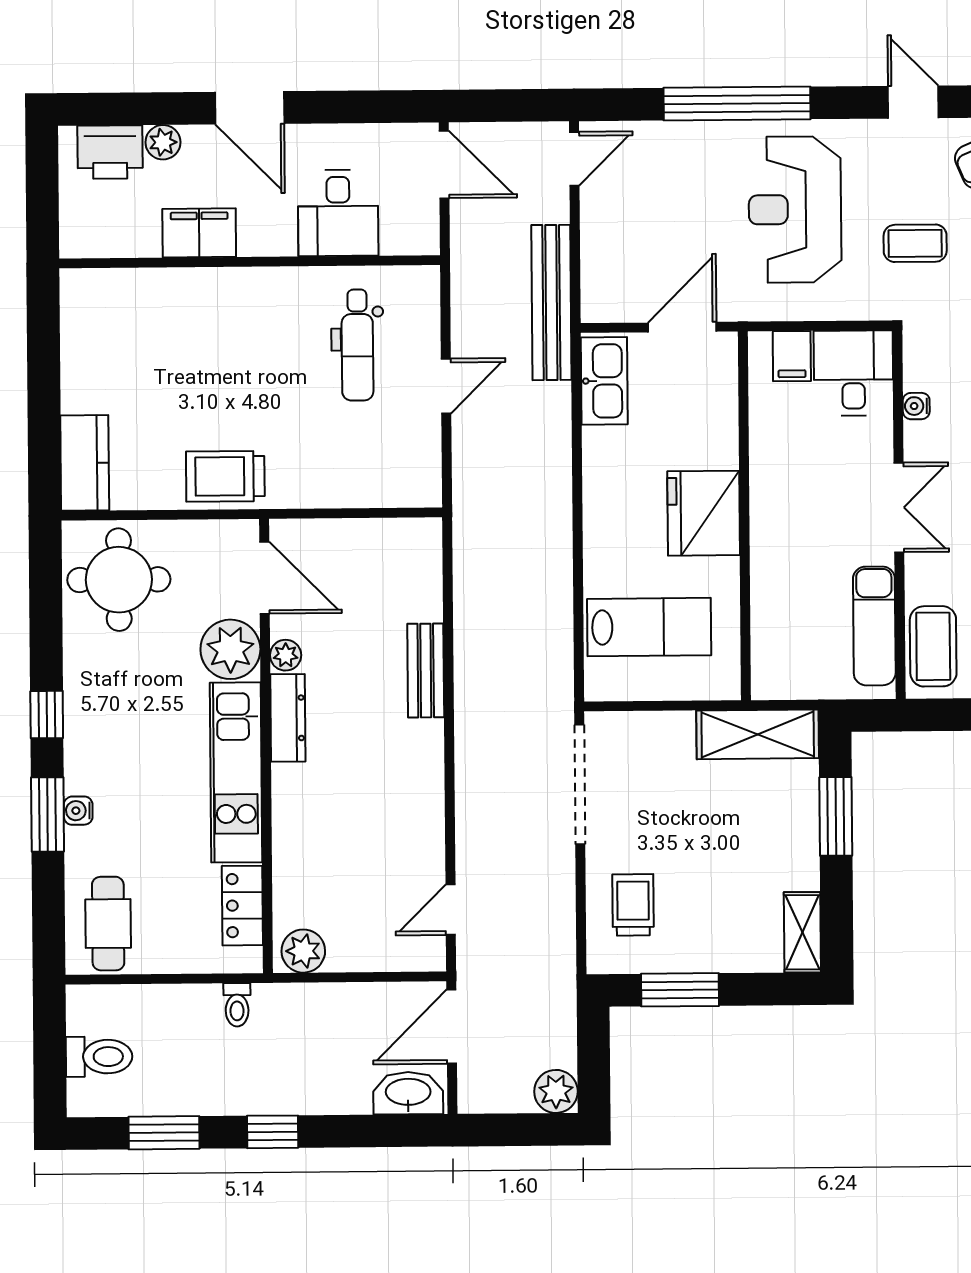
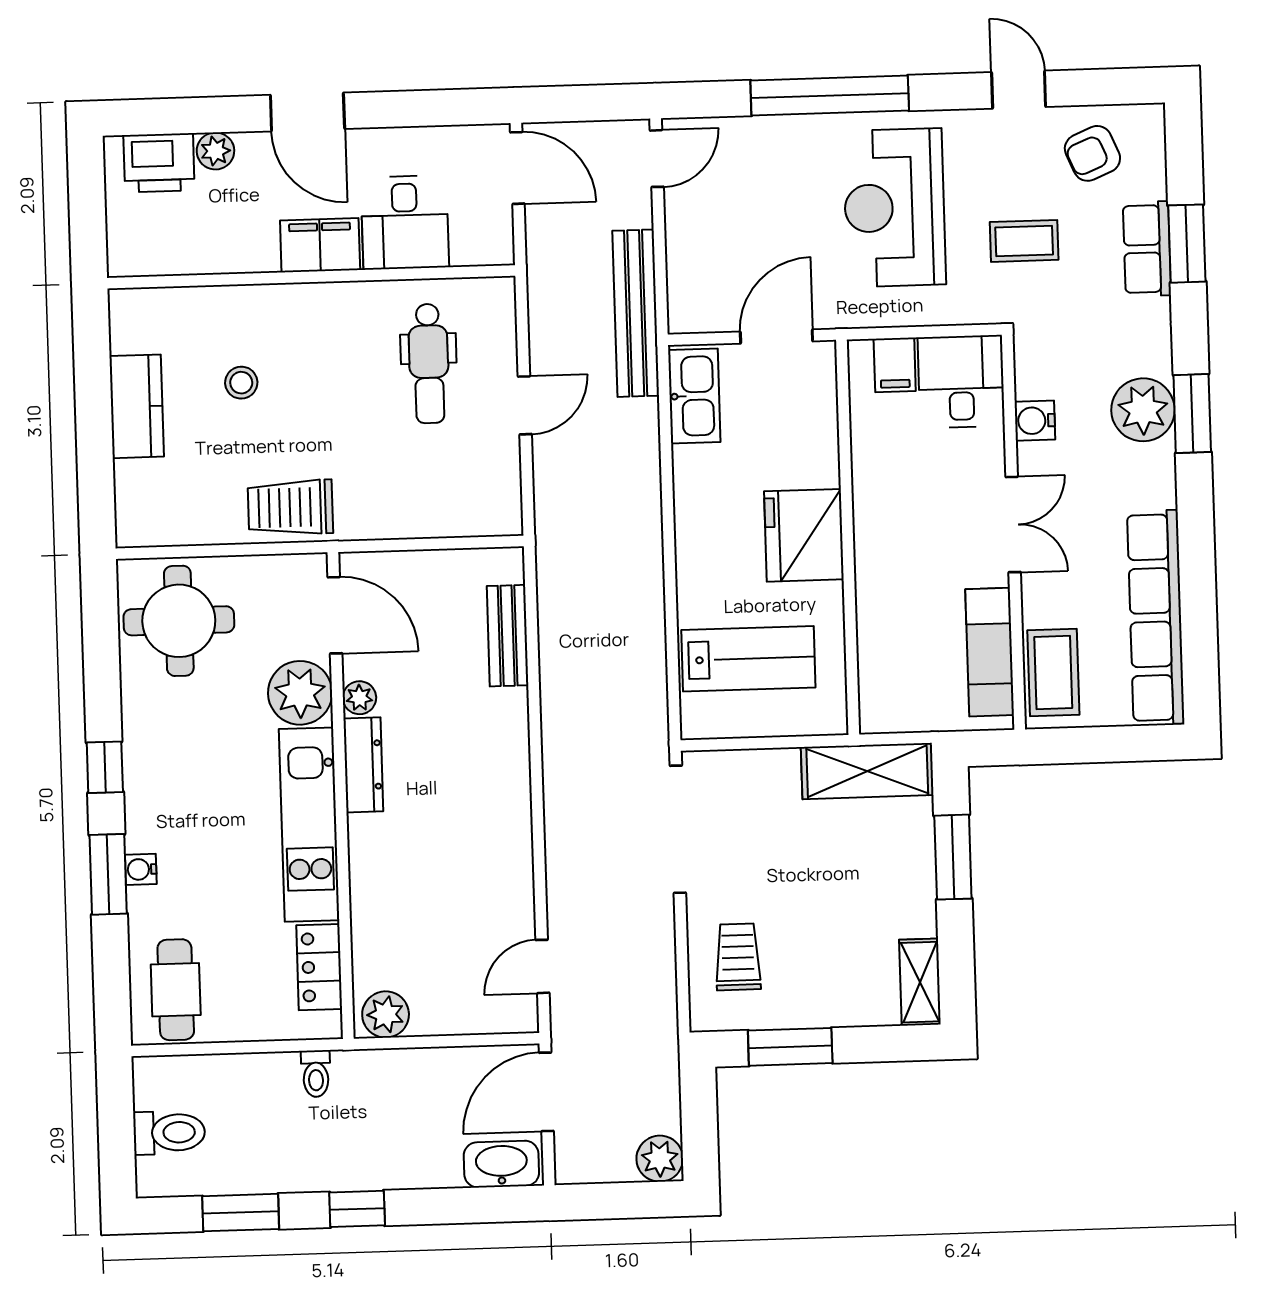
filing cabinet: (199, 233) -> (320, 245), moved
stool: (182, 359) -> (241, 383), added
water cooler: (916, 406) -> (1035, 421), width x1.38, depth x1.38
kitchen counter: (85, 463) -> (137, 406), moved
bench: (426, 671) -> (508, 636), moved

